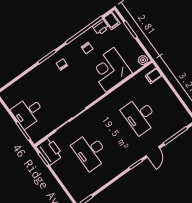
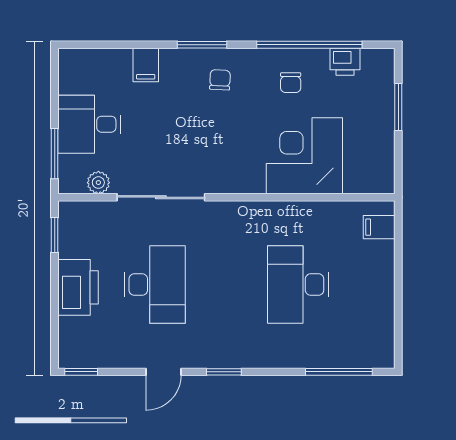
filing cabinet: (112, 21) -> (146, 65), moved
plant: (143, 60) -> (98, 183), moved
printer: (50, 151) -> (78, 287), moved
desk: (90, 151) -> (155, 285), turned 180
door: (153, 152) -> (163, 372), moved

